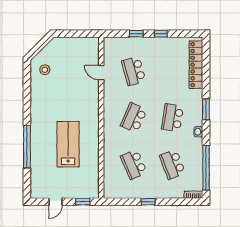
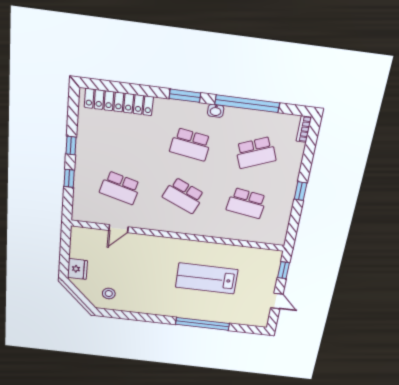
fridge: (63, 44) -> (77, 269), added
school desk: (134, 71) -> (120, 188), turned 30
school desk: (134, 164) -> (247, 203), turned 33
window: (206, 168) -> (247, 104), moved

